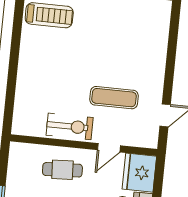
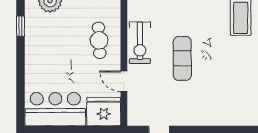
exercise mat: (114, 98) -> (182, 58), moved

